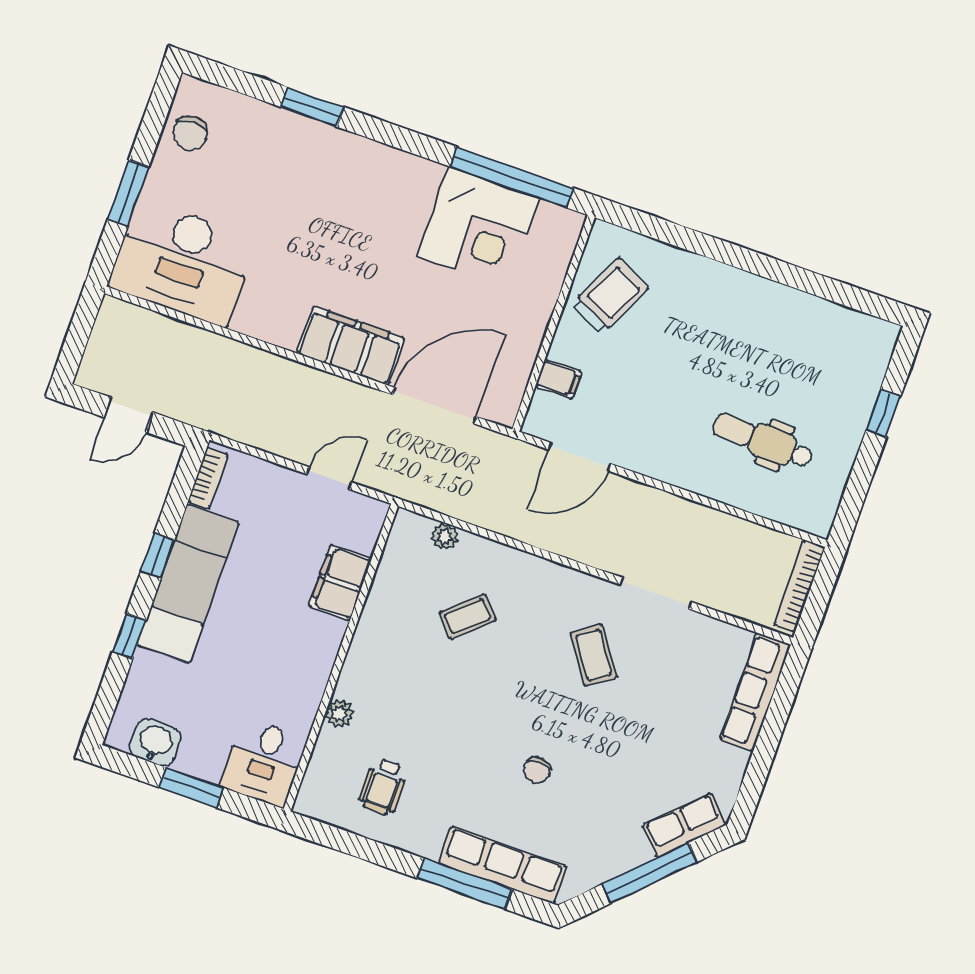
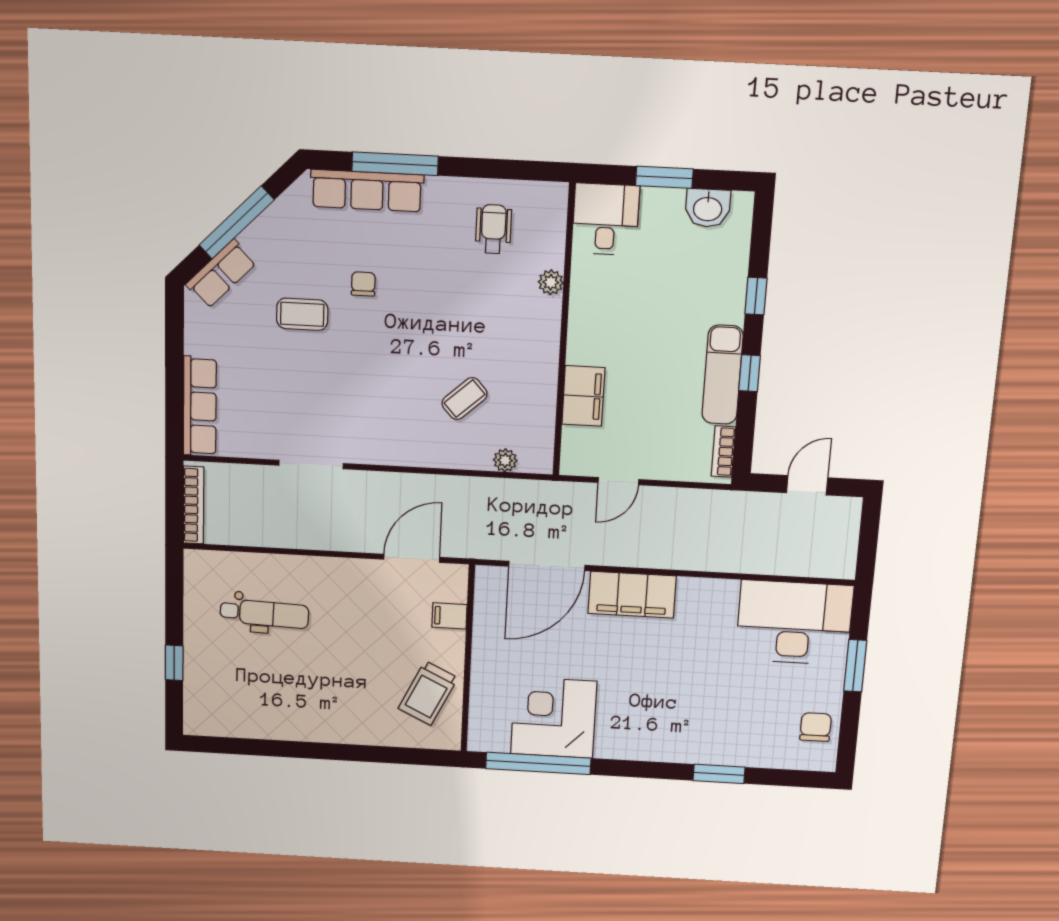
exam couch: (188, 584) -> (722, 375), width x0.73, depth x0.69
coffee table: (594, 655) -> (302, 314), moved, turned -55

